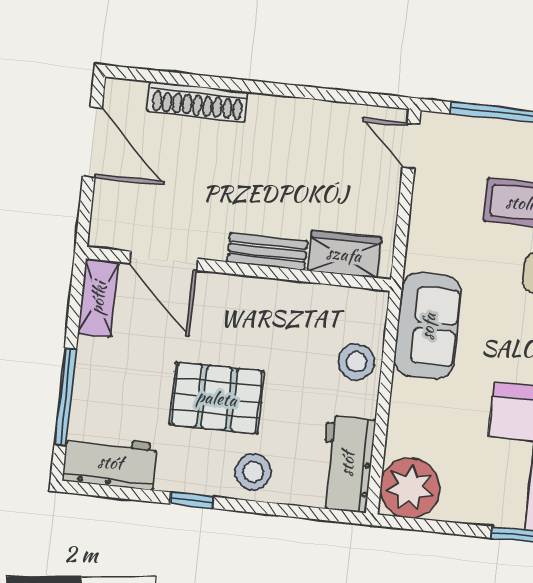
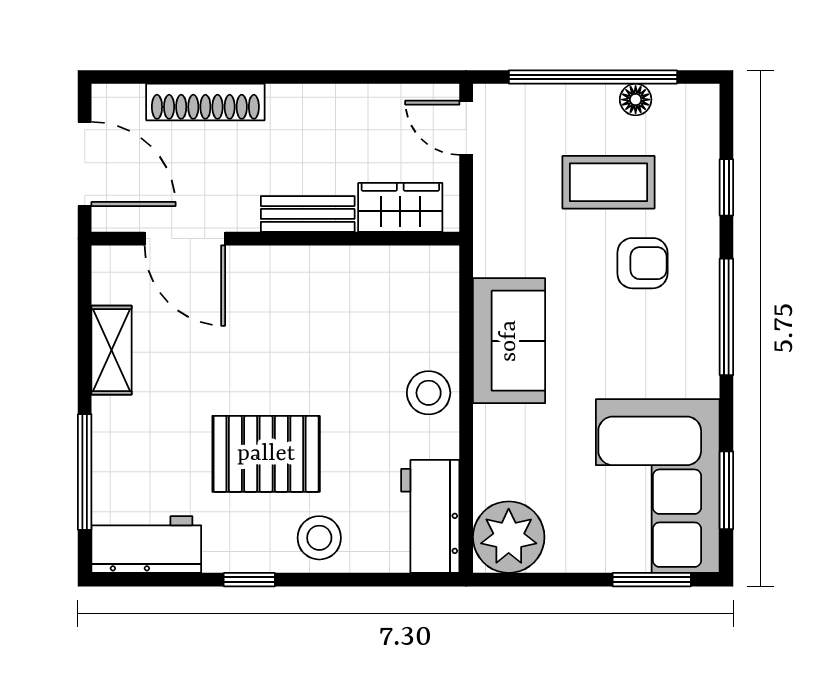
bench: (267, 251) -> (308, 214), moved
wardrobe: (344, 254) -> (400, 207), moved
door: (163, 261) -> (185, 239), moved
wall: (238, 269) -> (275, 239), moved

